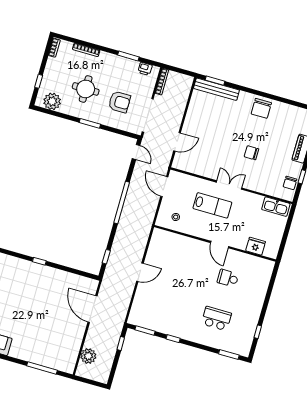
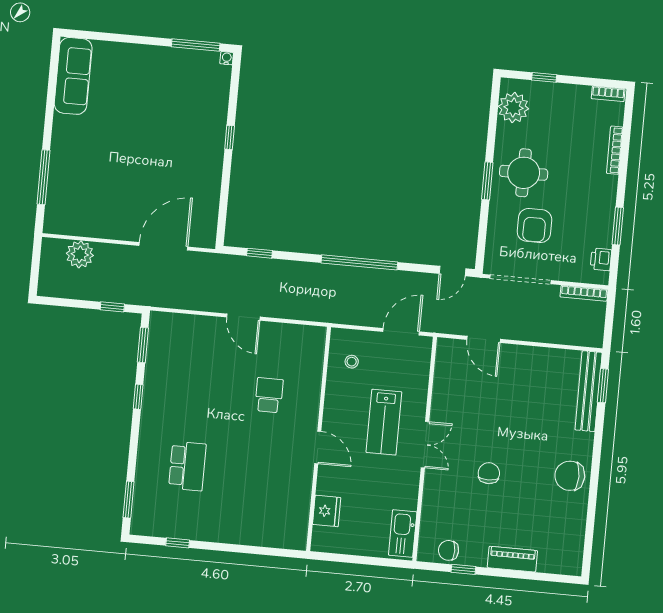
round table: (86, 89) -> (524, 173), moved
door: (220, 245) -> (318, 447), swing flipped
school desk: (228, 278) -> (269, 395), moved

